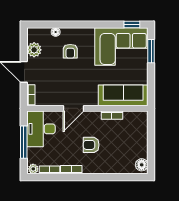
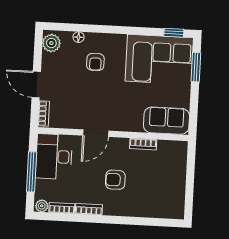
plant: (34, 50) -> (51, 43), moved
sofa: (123, 95) -> (166, 121), width x0.73
floor lamp: (142, 165) -> (177, 208), removed

